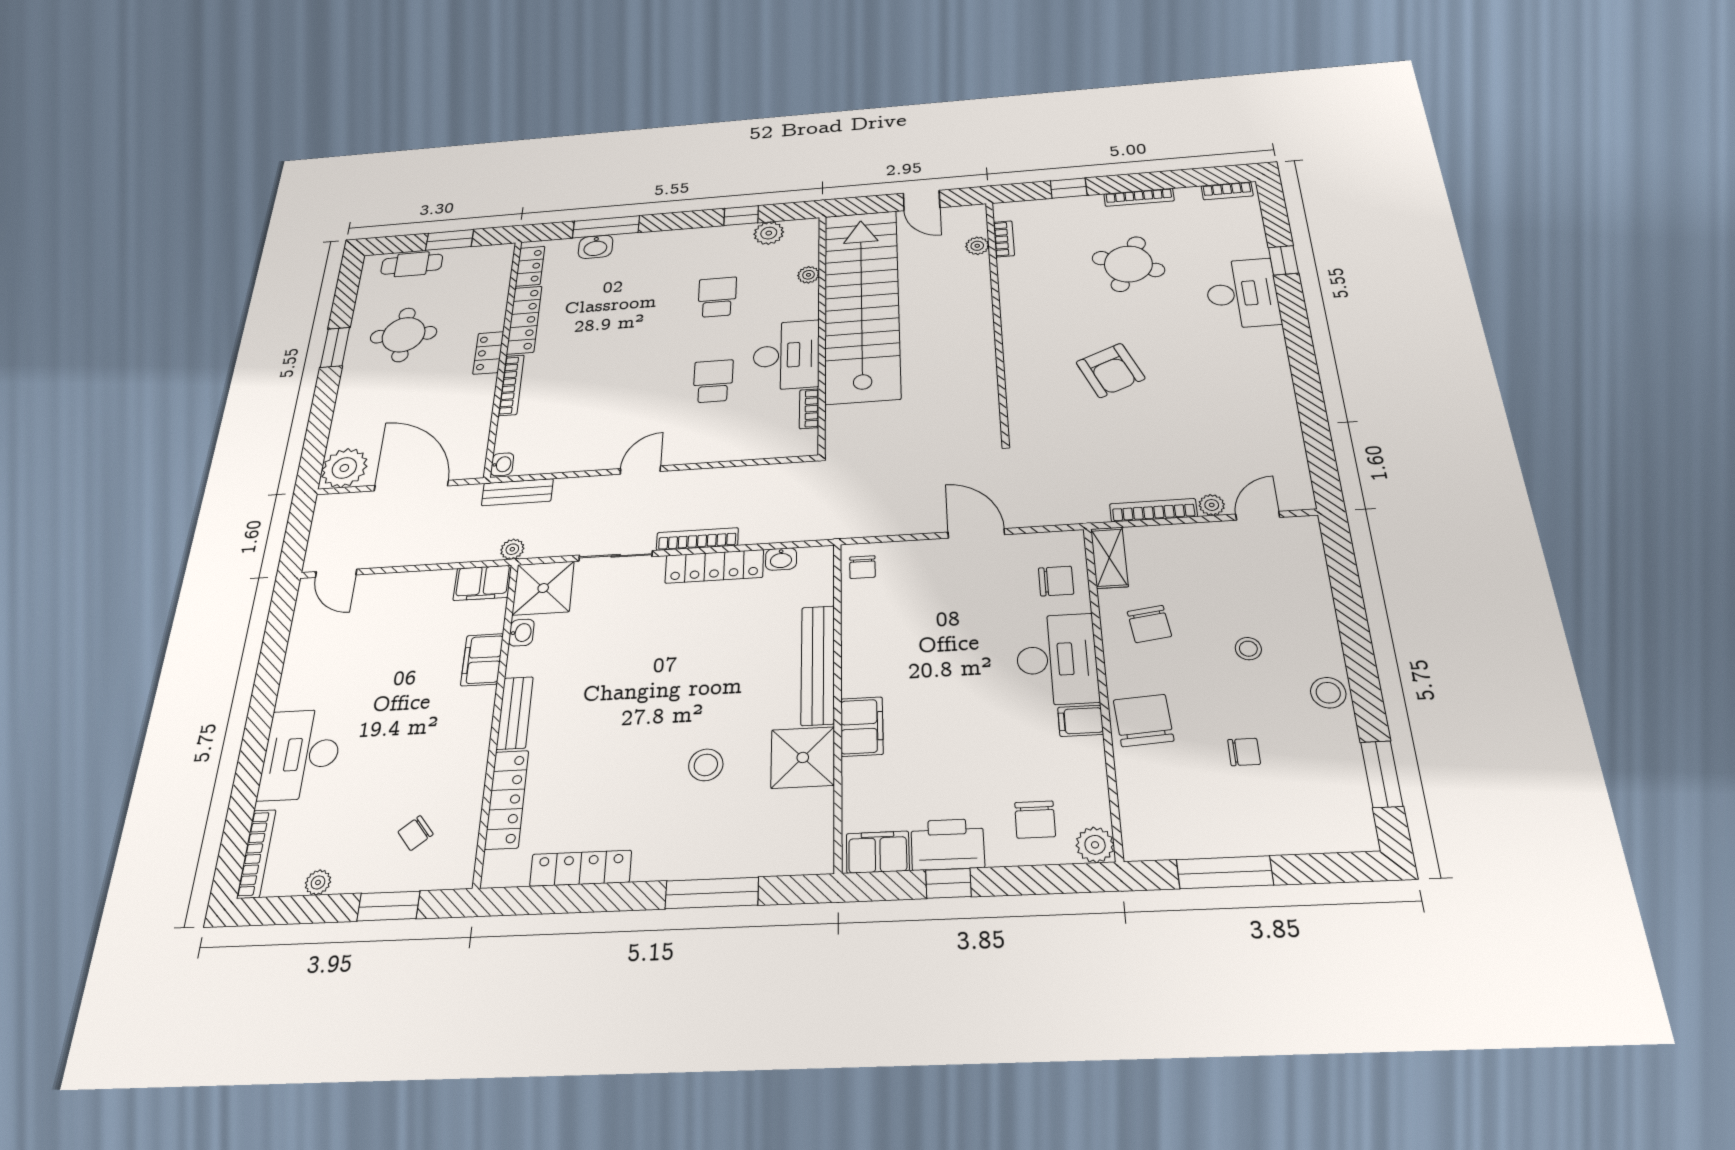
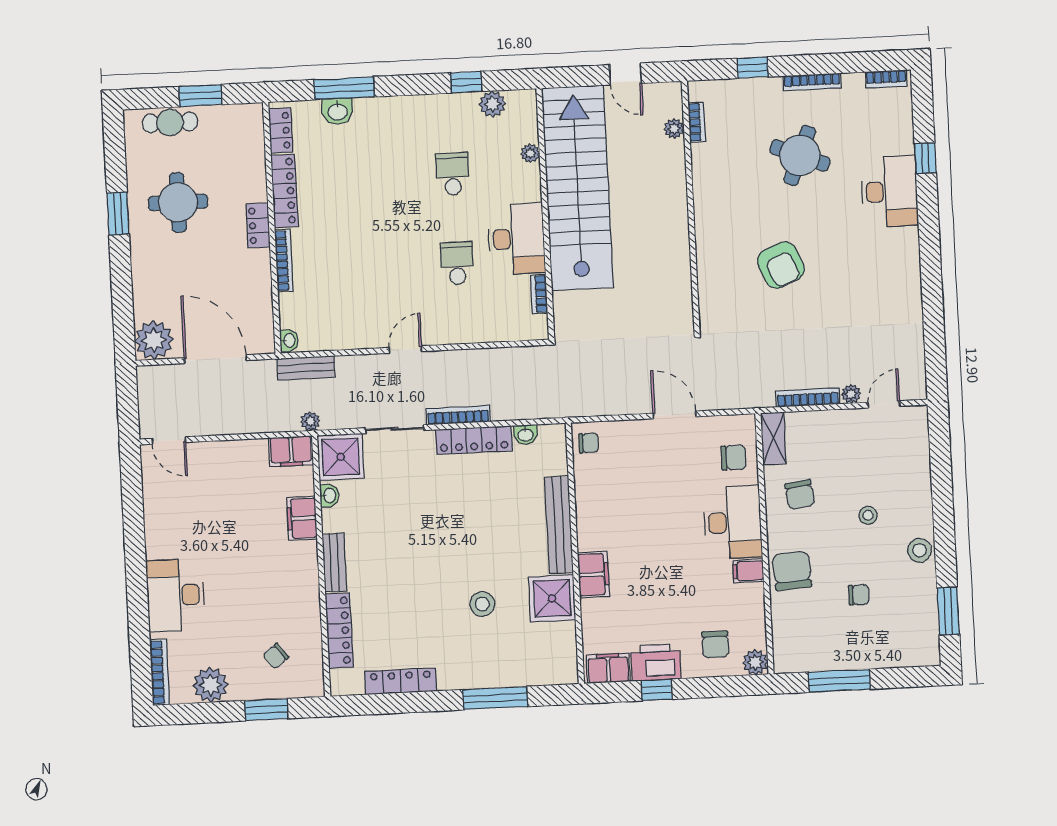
chair: (862, 567) -> (588, 443), turned -90
plant: (318, 882) -> (210, 685), width x1.87, depth x1.87

